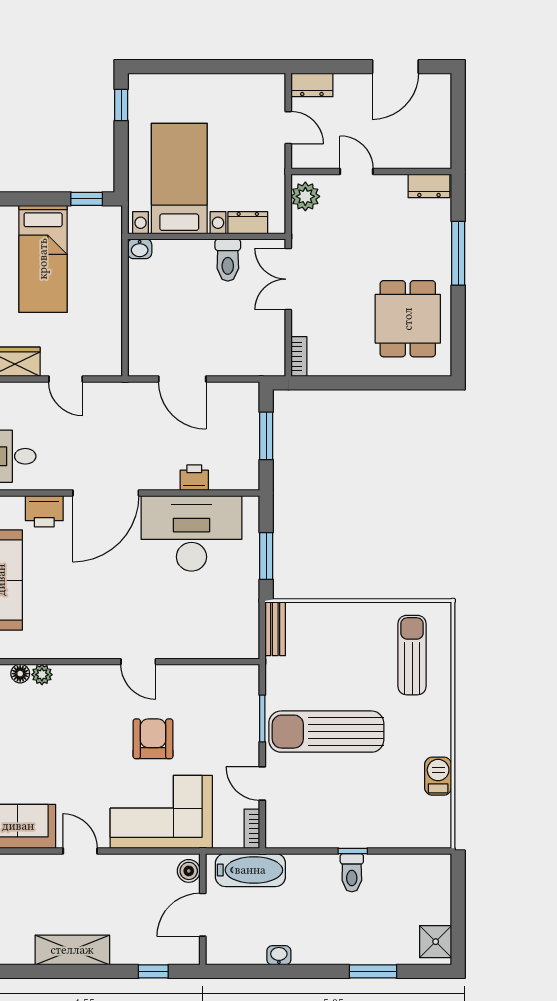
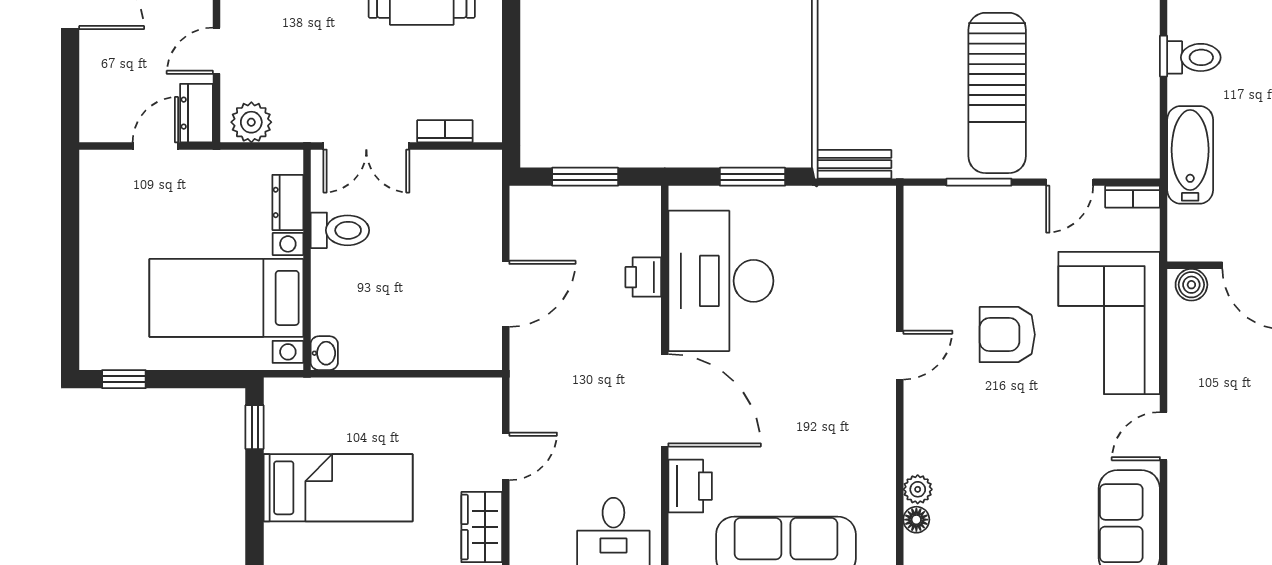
dresser: (312, 85) -> (196, 113), moved, turned 180
bookcase: (299, 357) -> (445, 131), moved
bathtub: (250, 870) -> (1190, 155), moved

